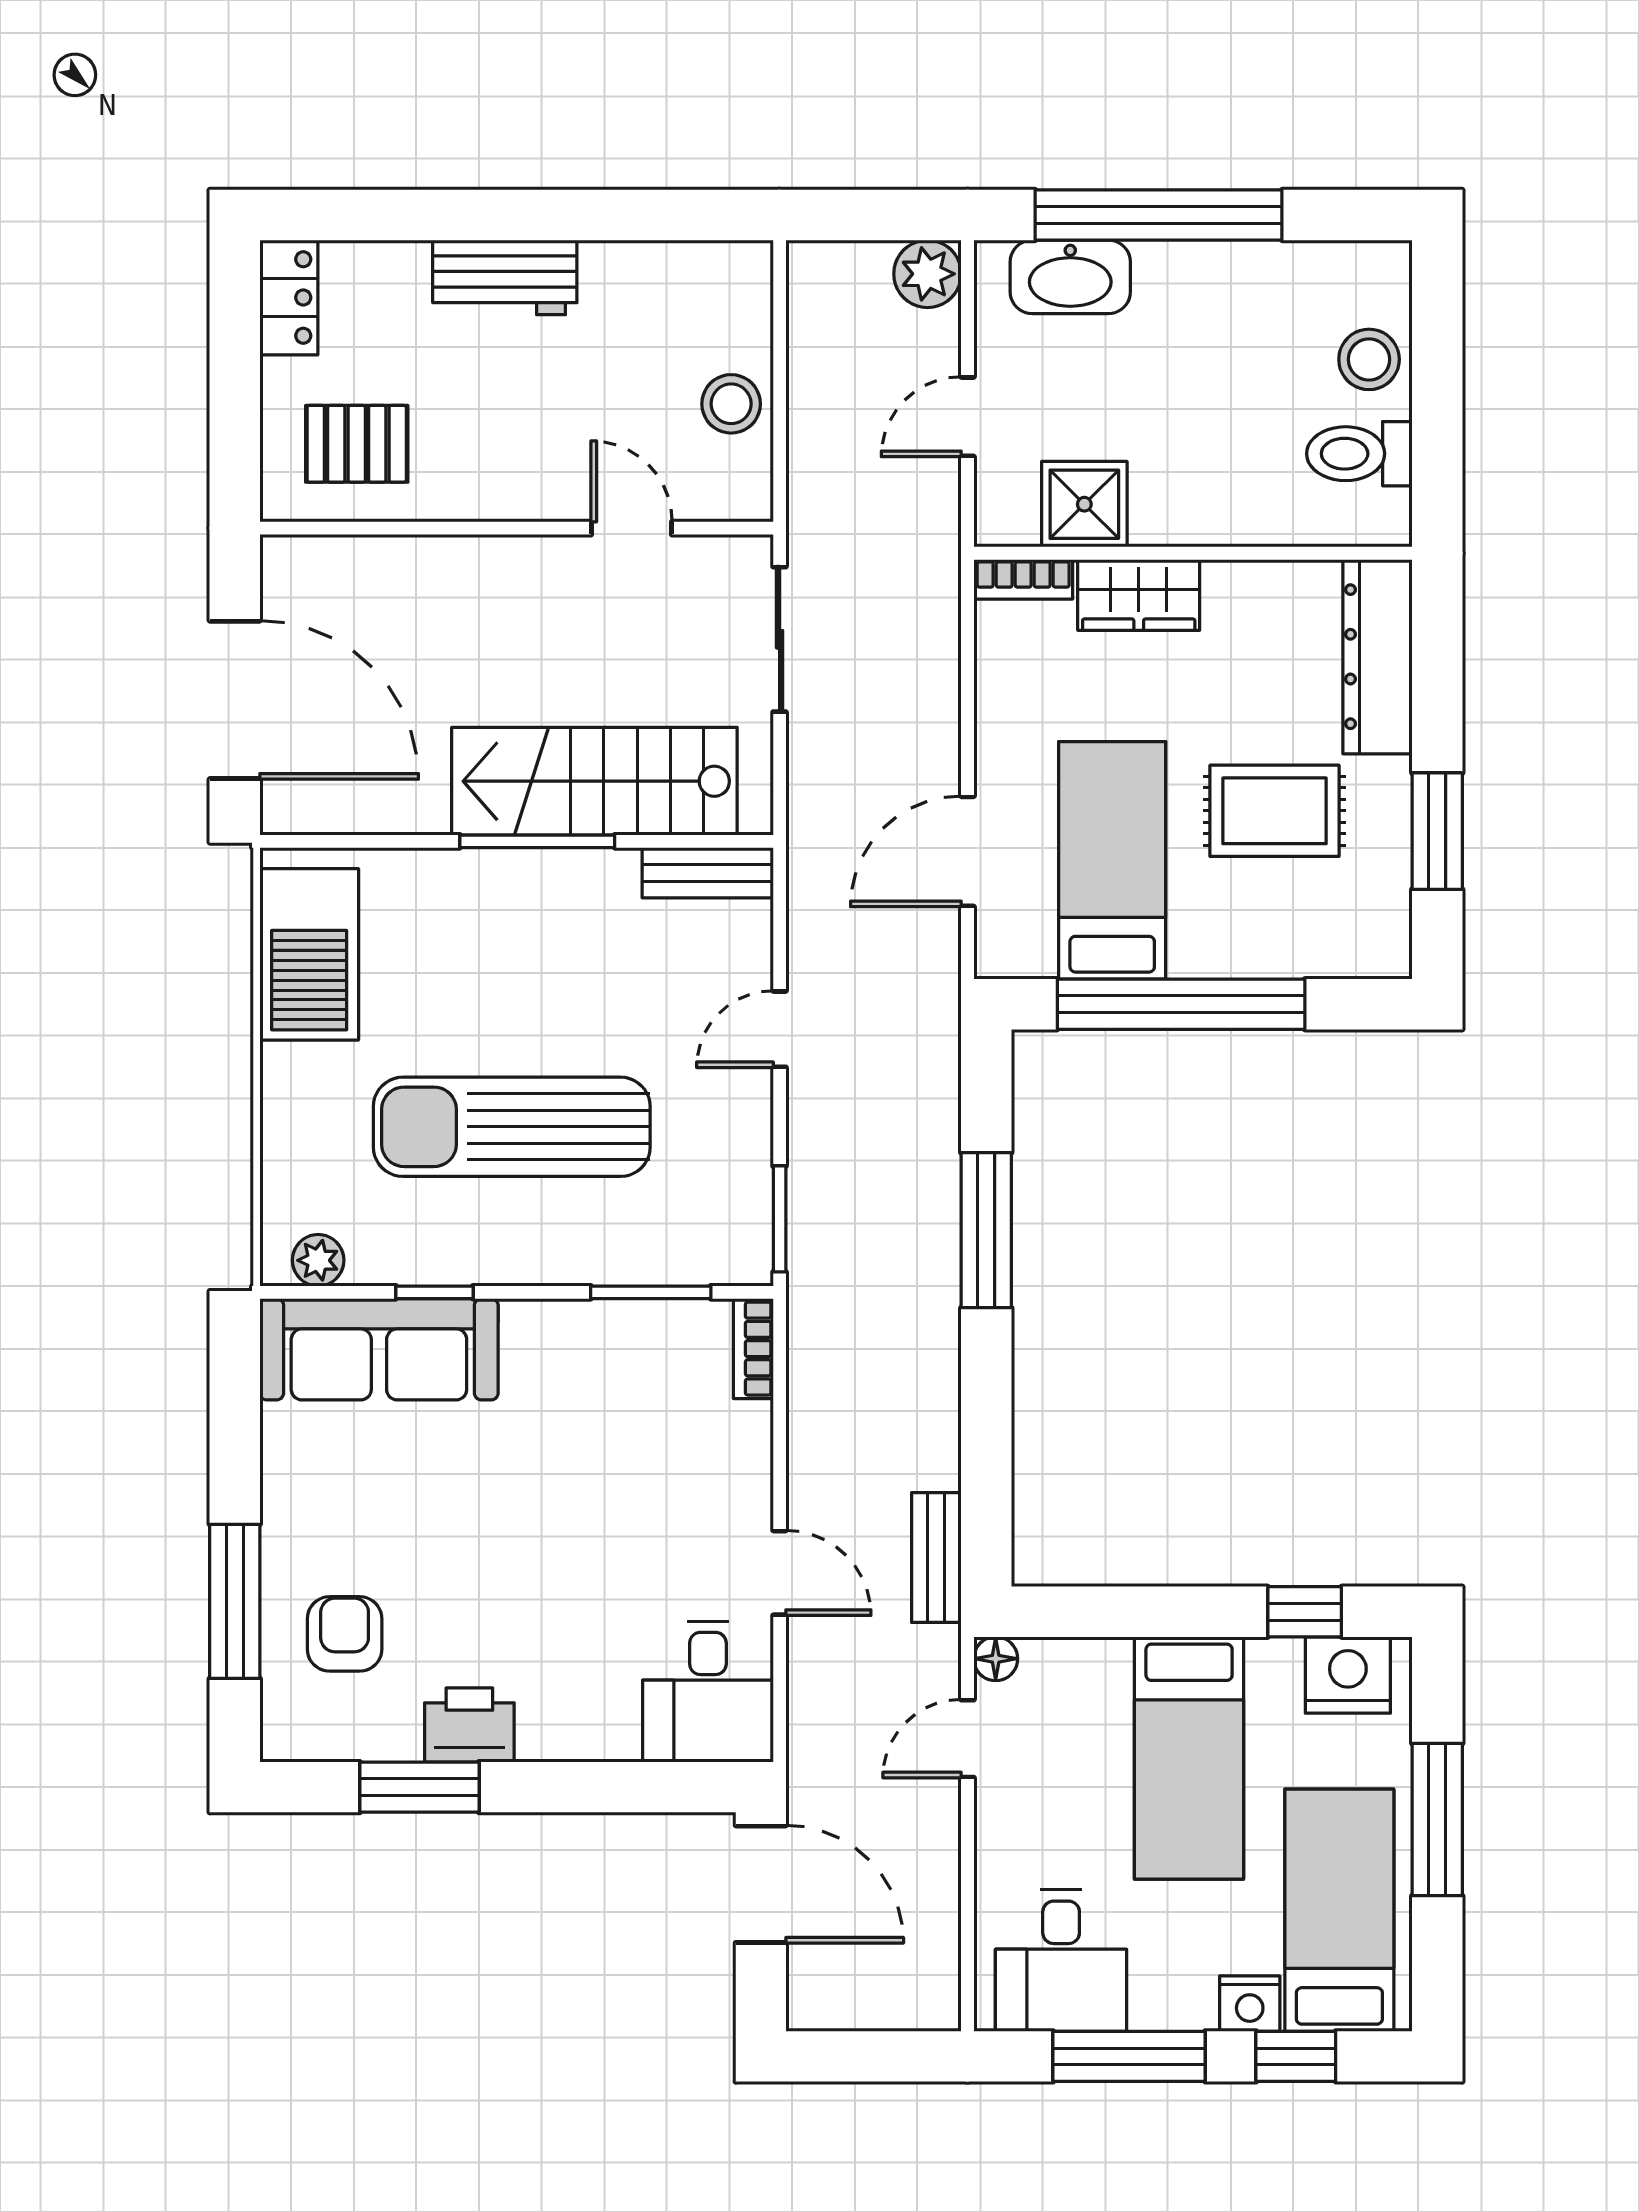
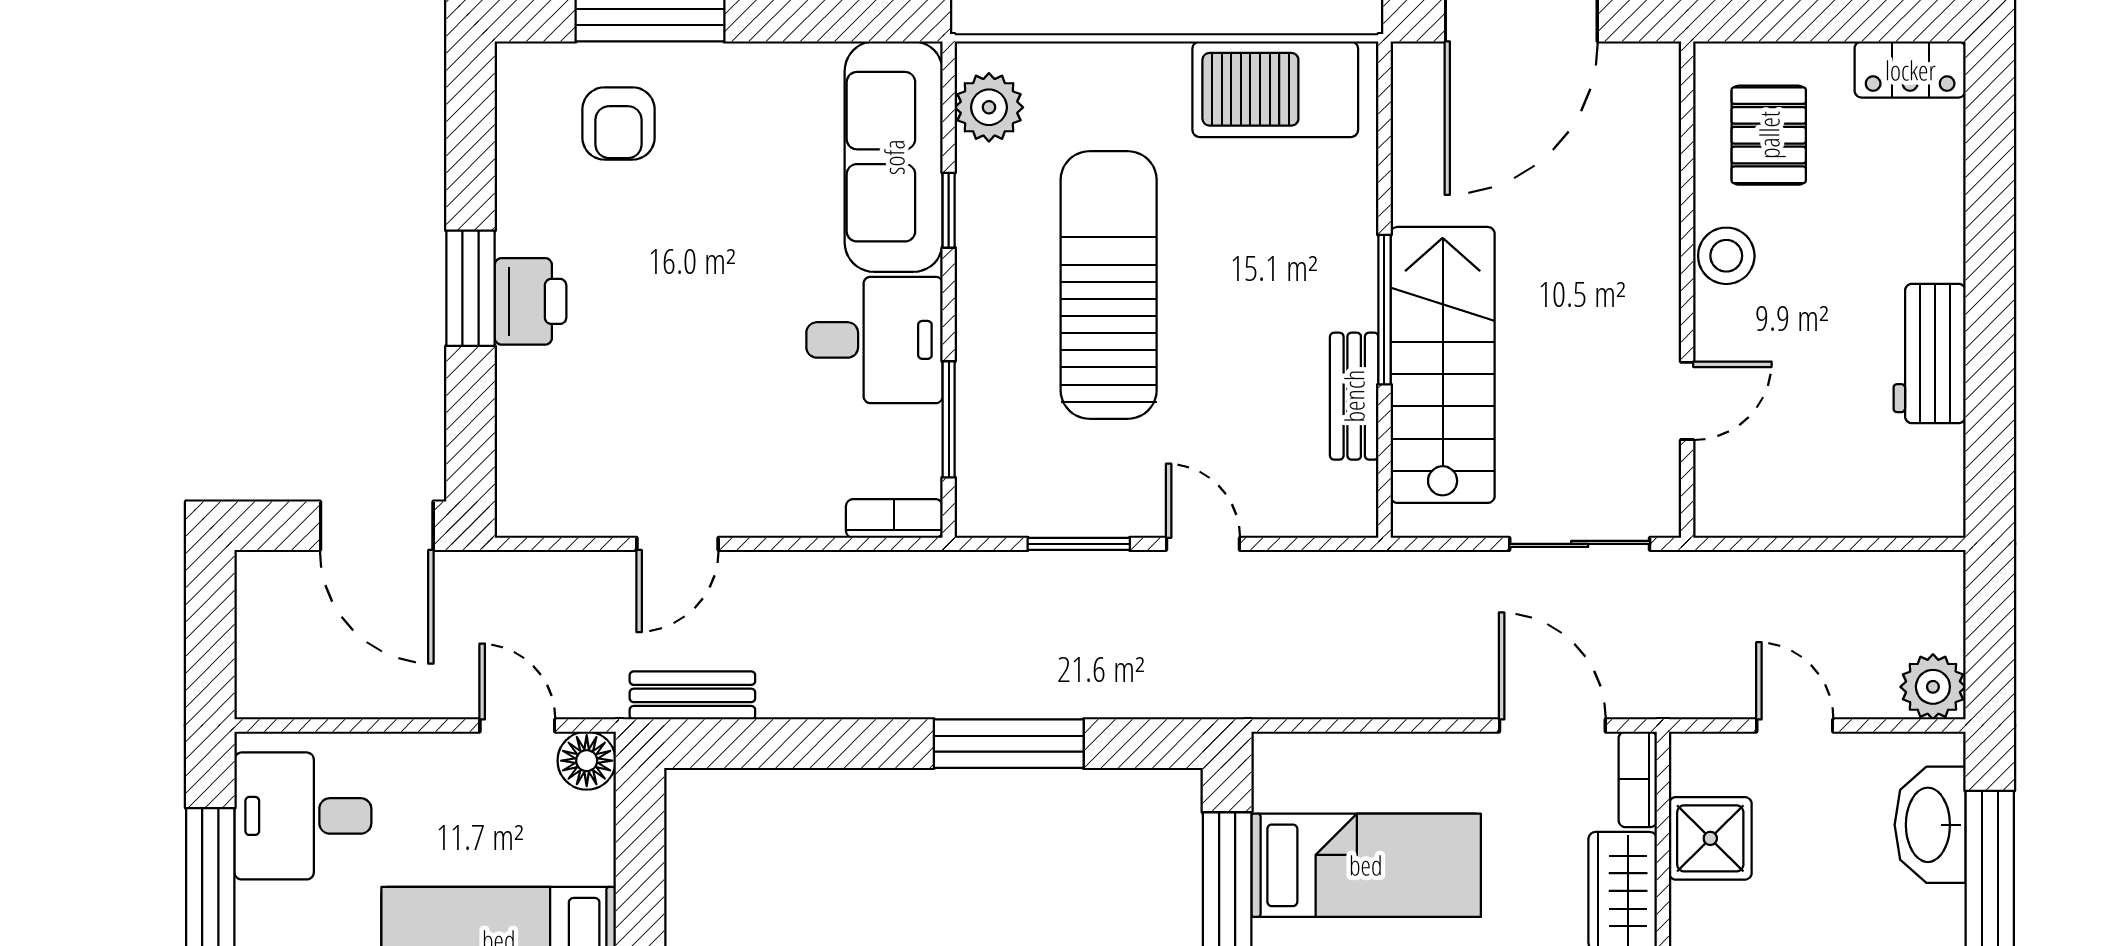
workbench: (505, 277) -> (1930, 354), moved
stool: (731, 404) -> (1726, 256), moved
door: (967, 851) -> (1552, 725), moved
bench: (708, 873) -> (1354, 396), moved
window: (780, 1219) -> (1079, 544), moved
plant: (318, 1260) -> (989, 107), width x1.38, depth x1.38
armchair: (345, 1634) -> (619, 123), turned 90
floor lamp: (996, 1659) -> (587, 761), width x1.37, depth x1.37
desk: (708, 1692) -> (874, 340), moved, turned 180
printer: (469, 1725) -> (531, 301), moved
window: (419, 1787) -> (471, 288), moved
door: (761, 1884) -> (377, 526), hinge flipped

